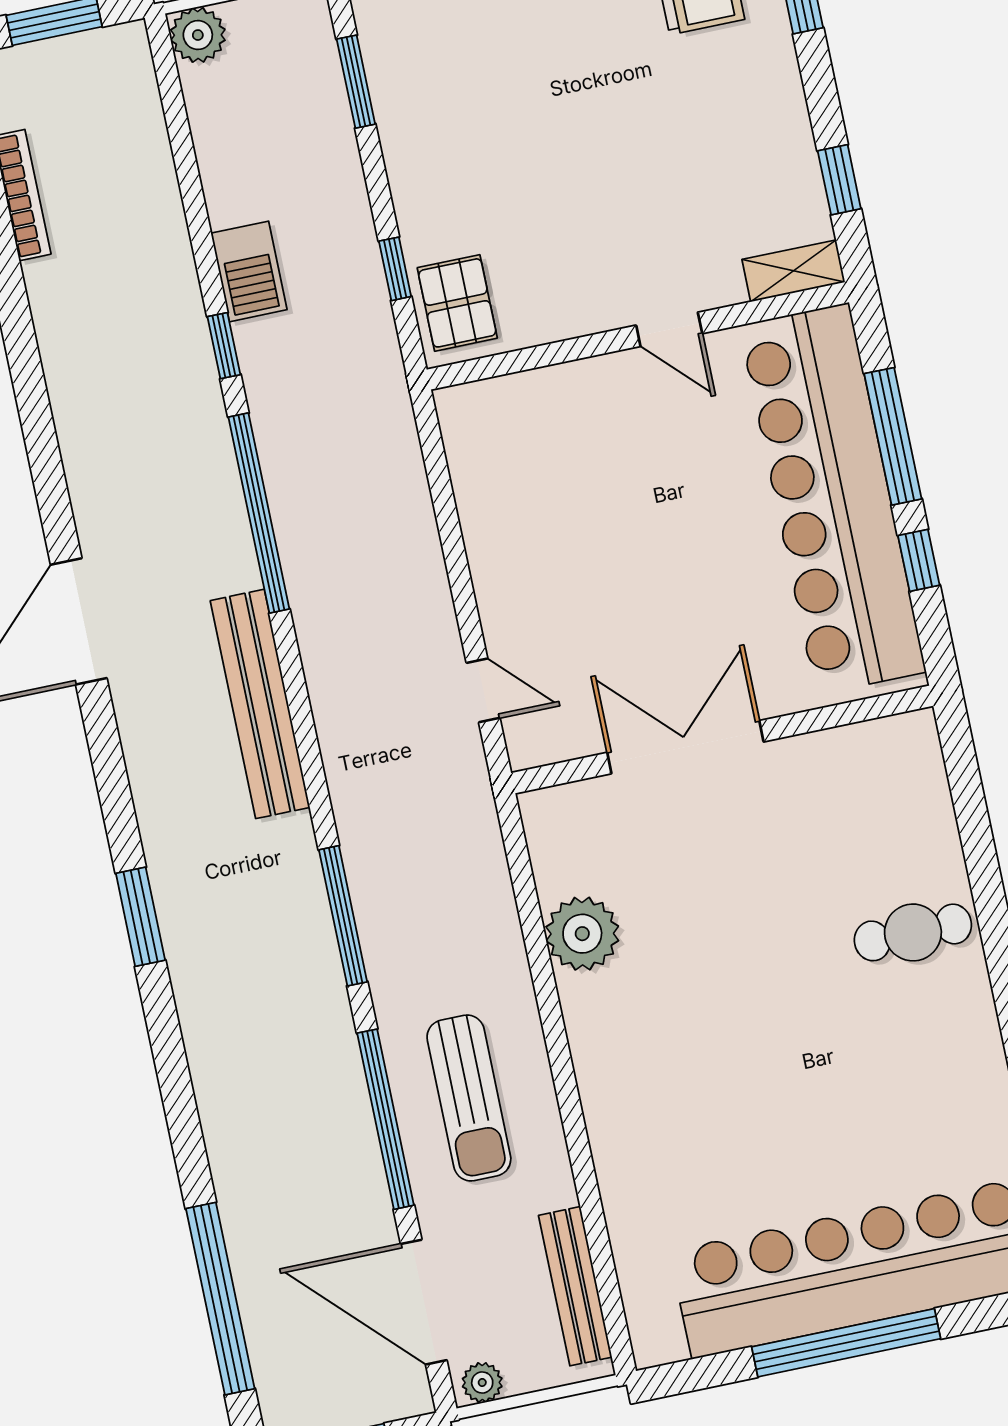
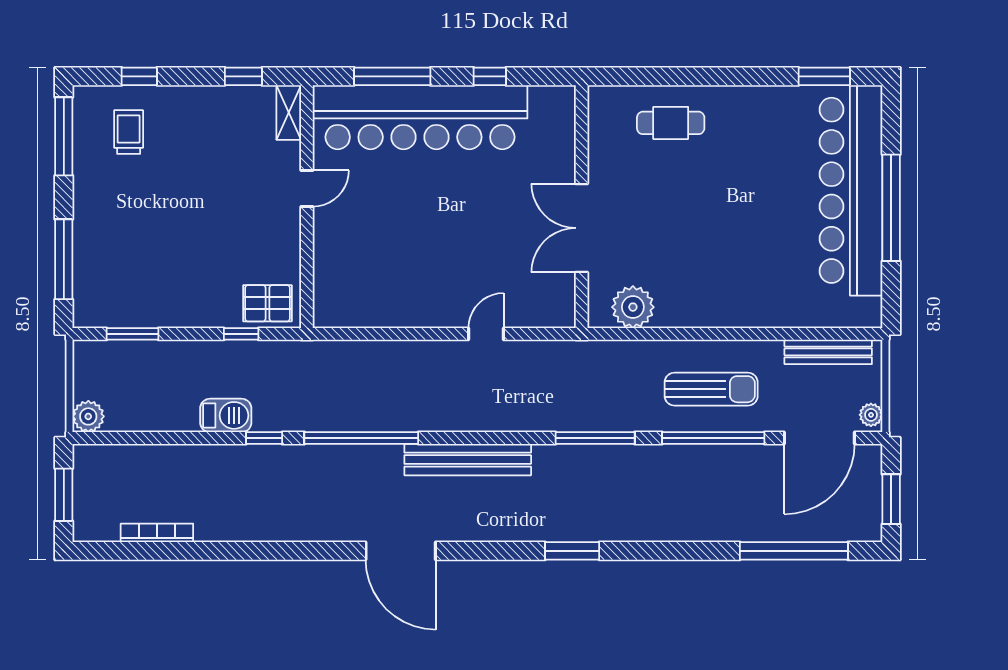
window: (919, 560) -> (490, 76), moved
wall: (722, 739) -> (582, 207), moved
double door: (685, 747) -> (582, 228), moved
cafe table: (913, 932) -> (671, 123), turned 90

